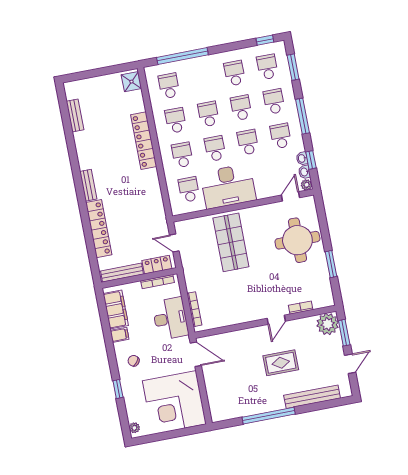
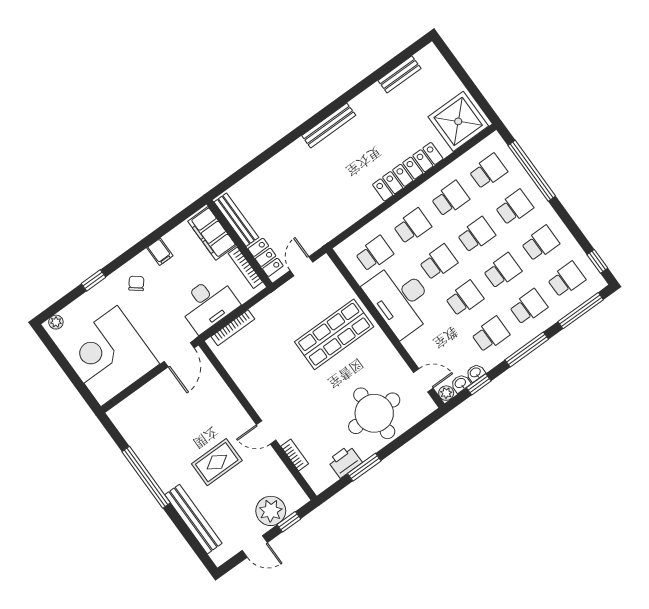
window: (293, 67) -> (581, 311), width x1.44
school desk: (202, 80) -> (514, 207), added
shower: (131, 82) -> (458, 121), width x1.86, depth x1.86
bench: (88, 185) -> (329, 125), width x1.36
locker: (99, 229) -> (276, 167), removed
printer: (321, 275) -> (345, 462), added
filing cabinet: (116, 310) -> (212, 233), moved, turned 90
plant: (328, 324) -> (271, 511), moved
window: (344, 333) -> (289, 522), width x0.67
rug: (281, 363) -> (217, 462), turned 90

